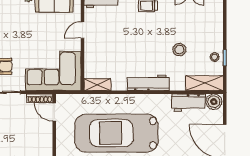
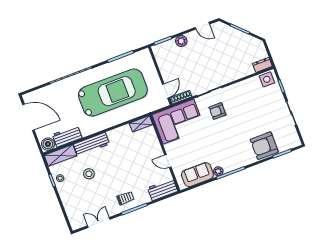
door: (82, 30) -> (168, 161), swing flipped
workbench: (148, 83) -> (91, 144), moved
door: (54, 112) -> (166, 91), hinge flipped

